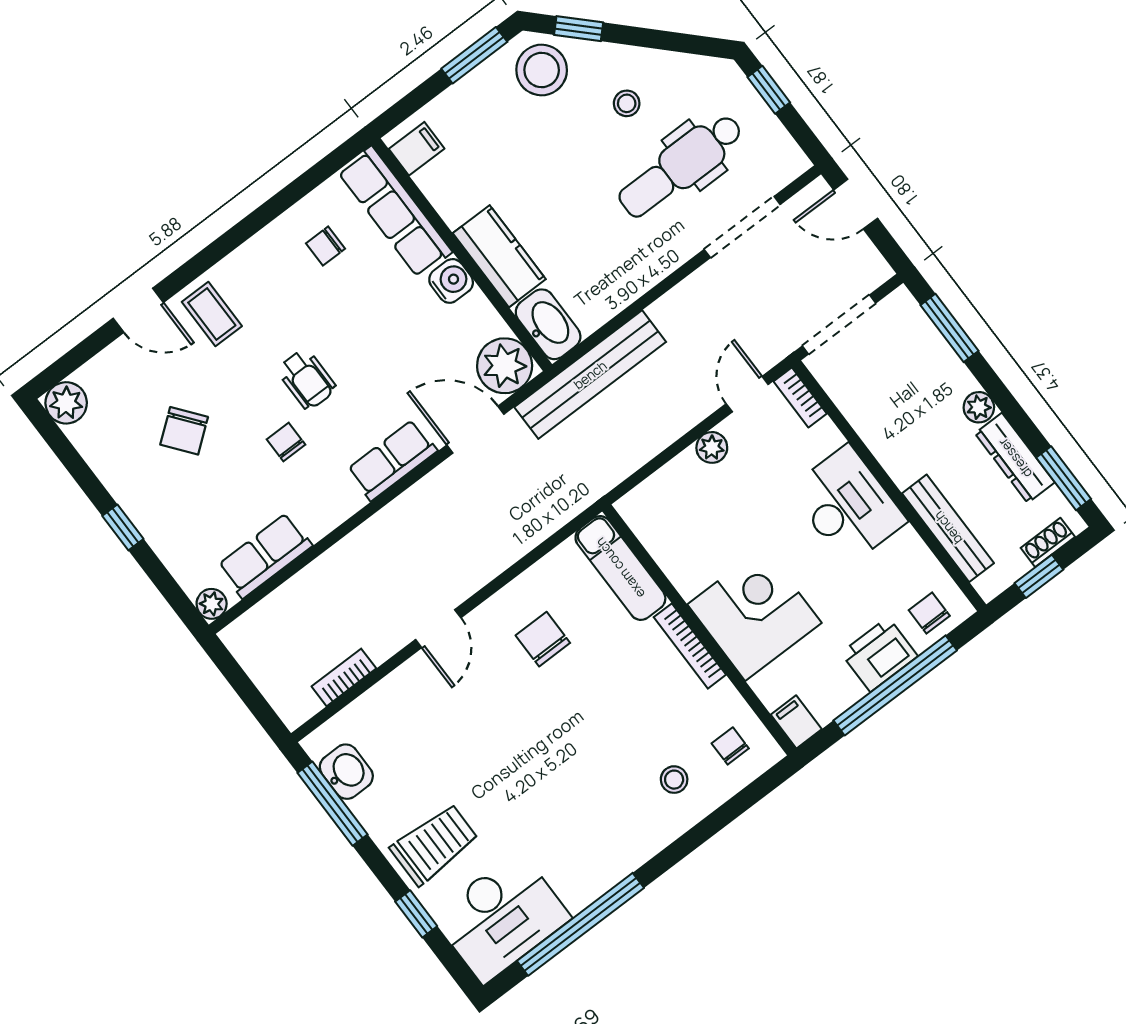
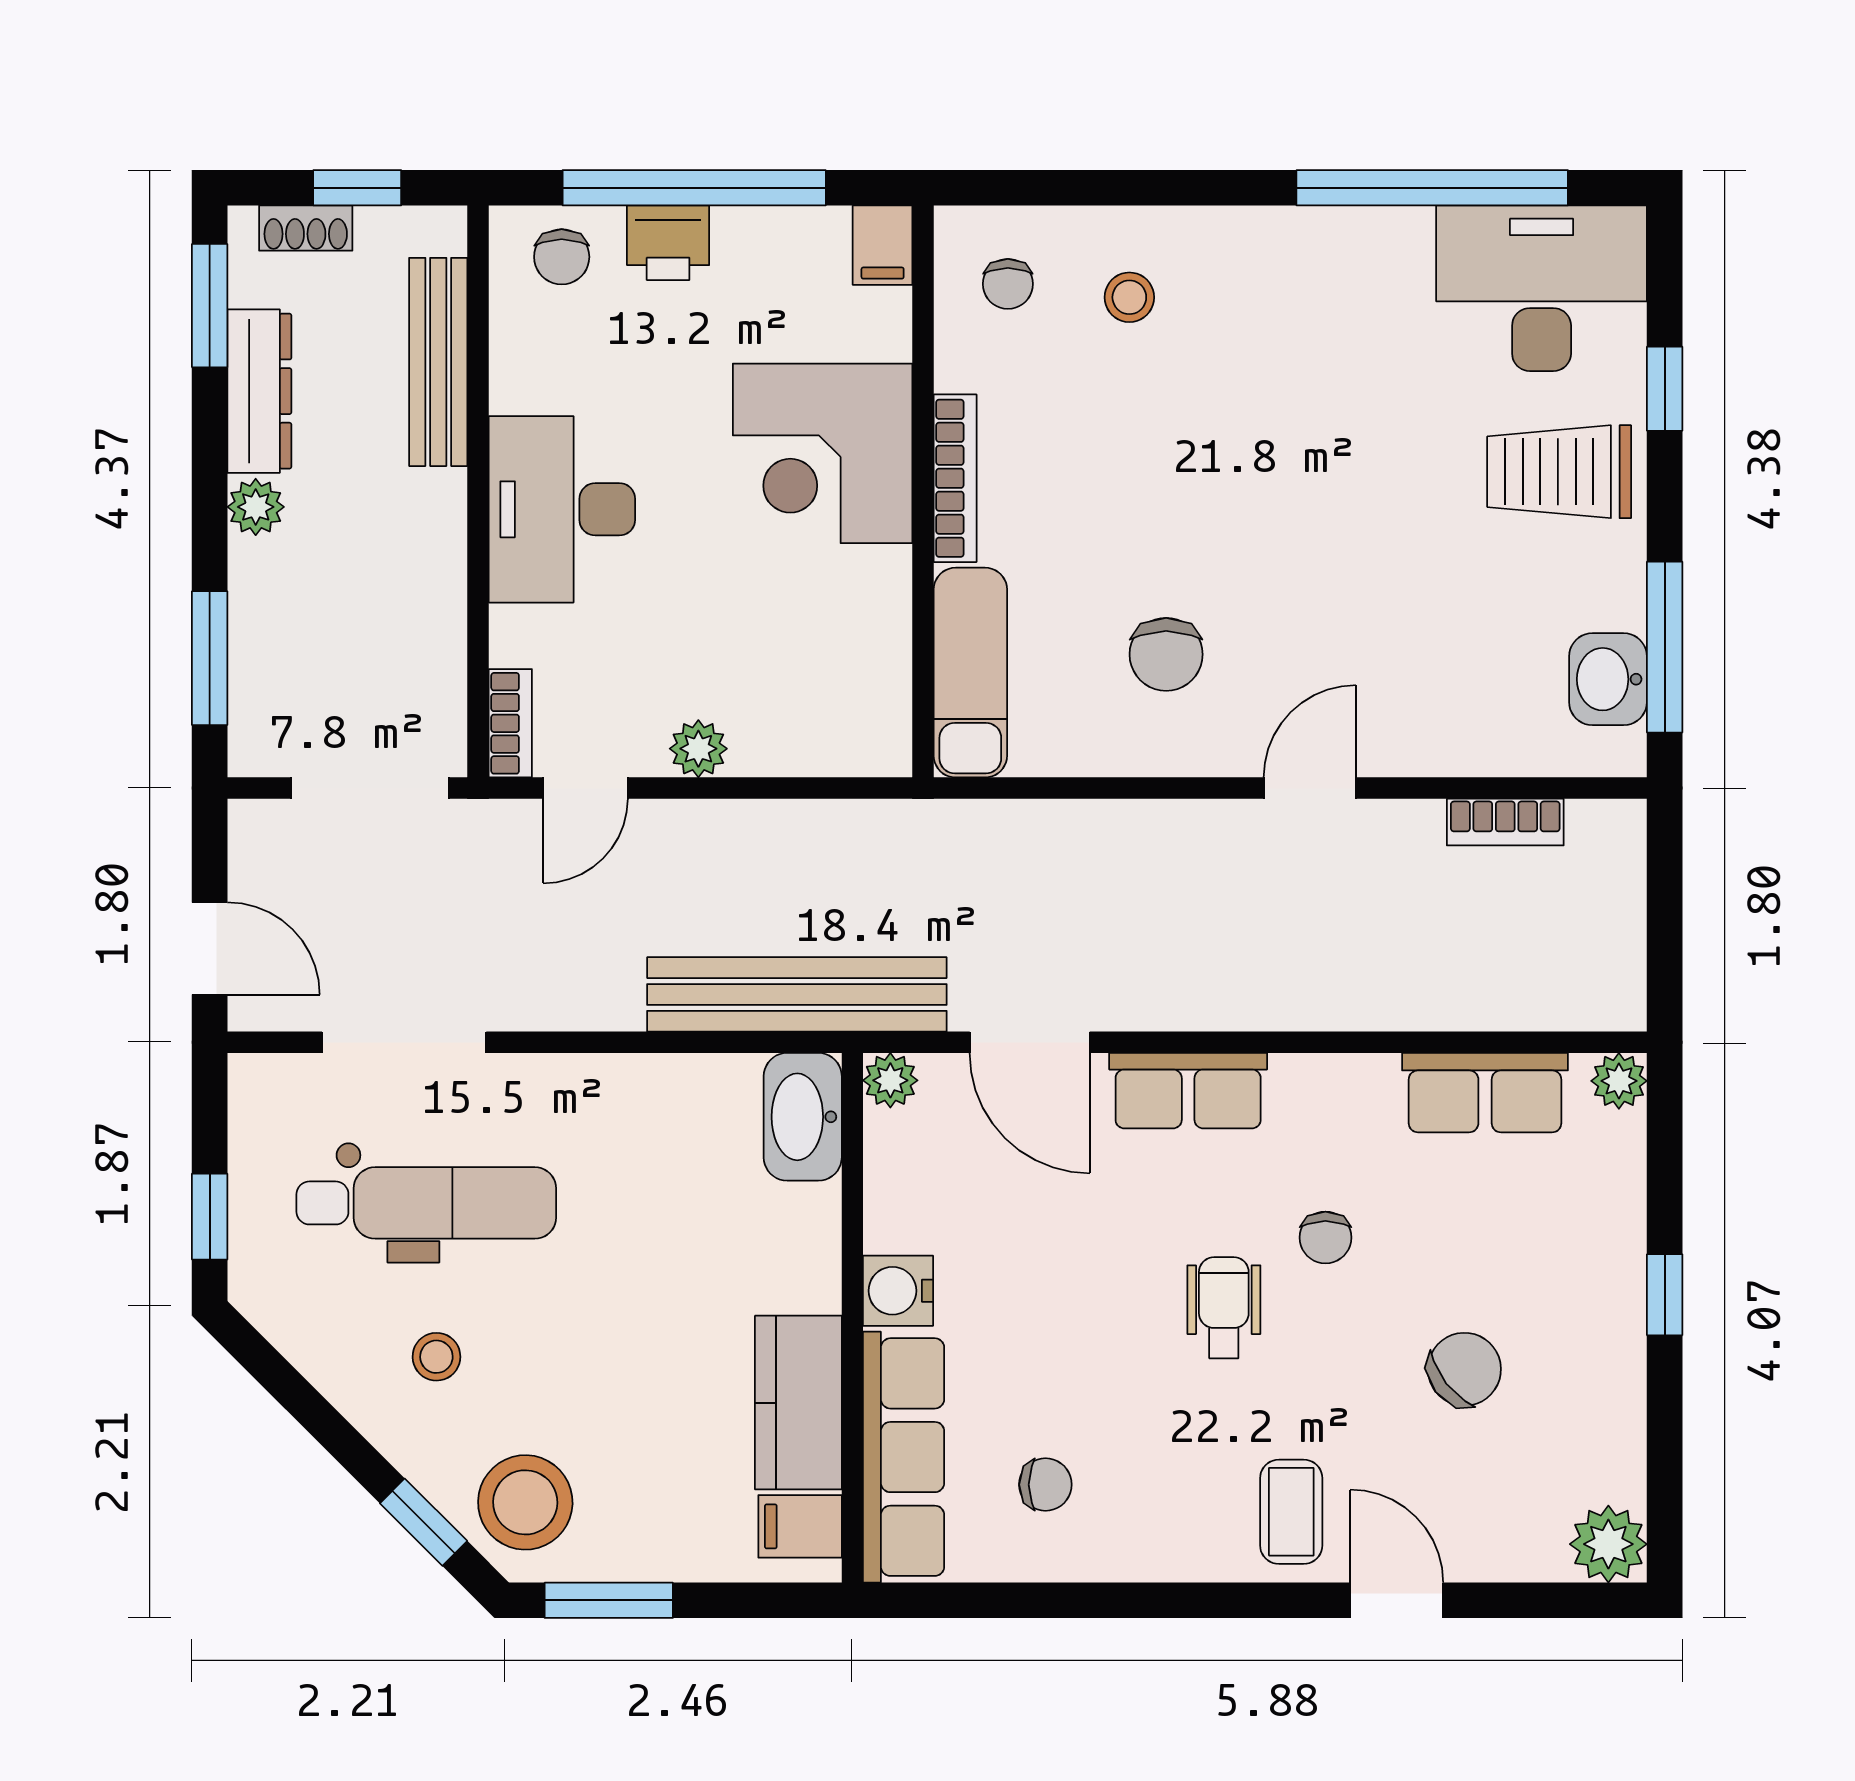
kitchen counter: (499, 256) -> (798, 1403), moved
plant: (505, 366) -> (890, 1080), width x0.53, depth x0.53
printer: (879, 654) -> (668, 243), width x0.73, depth x0.81

